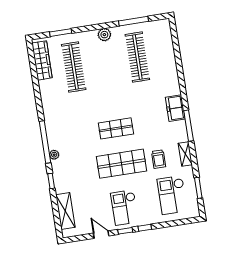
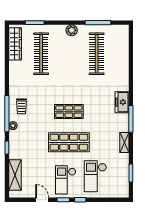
trolley: (159, 159) -> (21, 106), moved
checkout: (172, 195) -> (95, 176), moved

